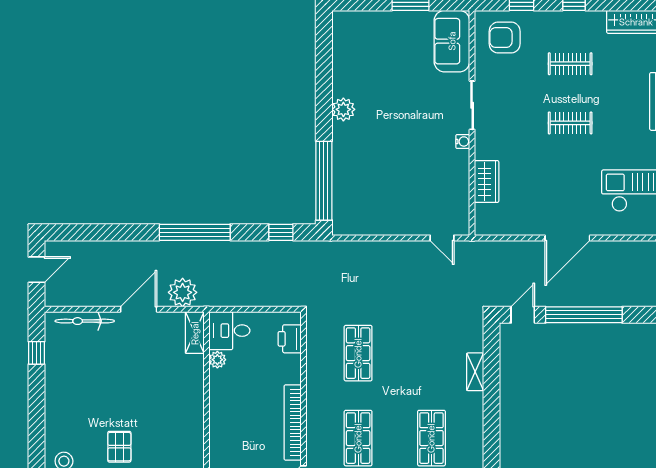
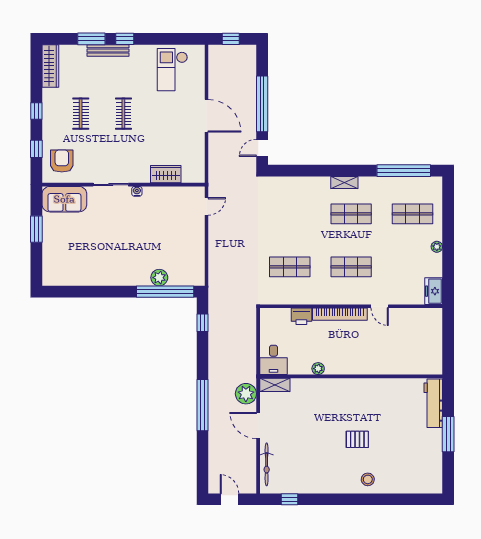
armchair: (505, 38) -> (62, 161), turned 180
plant: (343, 109) -> (159, 278), moved
window: (195, 232) -> (202, 405), moved
door: (523, 315) -> (262, 148), hinge flipped
printer: (290, 339) -> (301, 316), moved
plant: (217, 360) -> (318, 369), moved
shelving: (475, 372) -> (344, 182), moved

